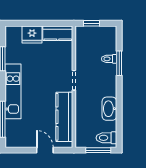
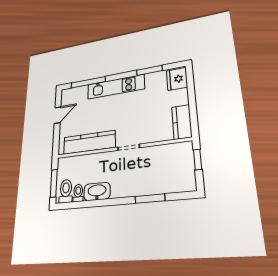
fridge: (32, 34) -> (177, 79), moved
toilet: (109, 59) -> (78, 193), moved
door: (45, 150) -> (58, 115), moved

